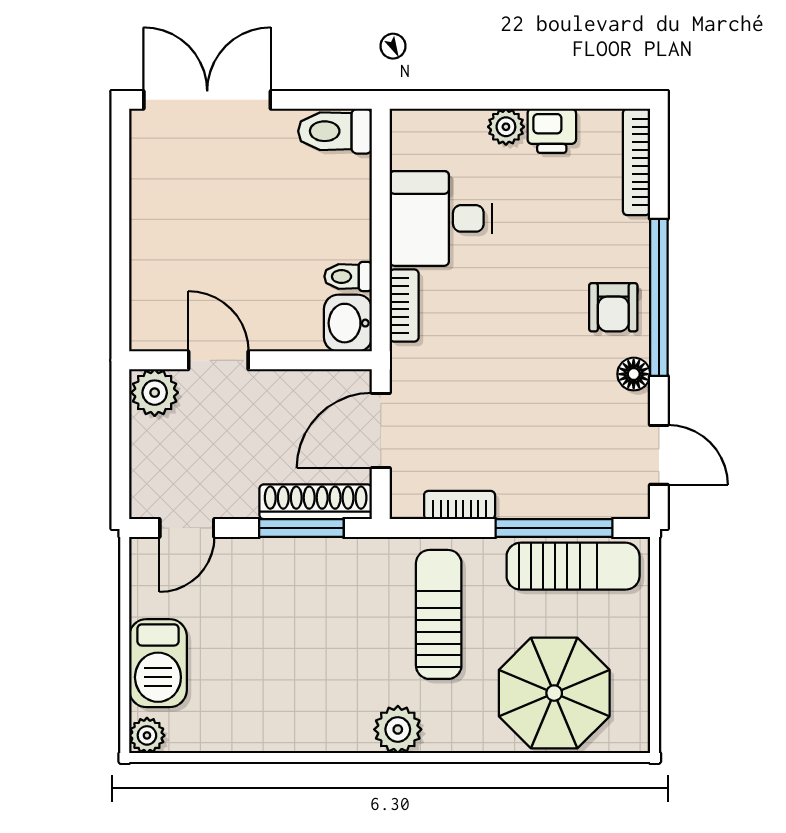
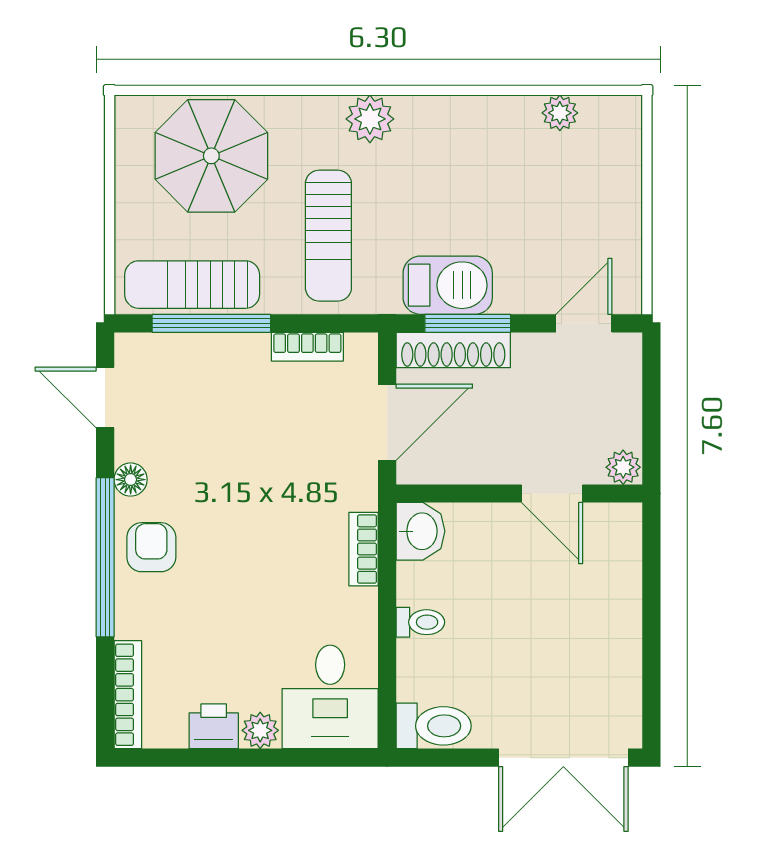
desk: (441, 218) -> (330, 697), moved, turned 90
toilet: (348, 276) -> (420, 622), moved
plant: (155, 393) -> (623, 467), width x0.73, depth x0.73
barbecue: (158, 663) -> (448, 285), moved, turned 90
plant: (147, 735) -> (560, 113), moved

